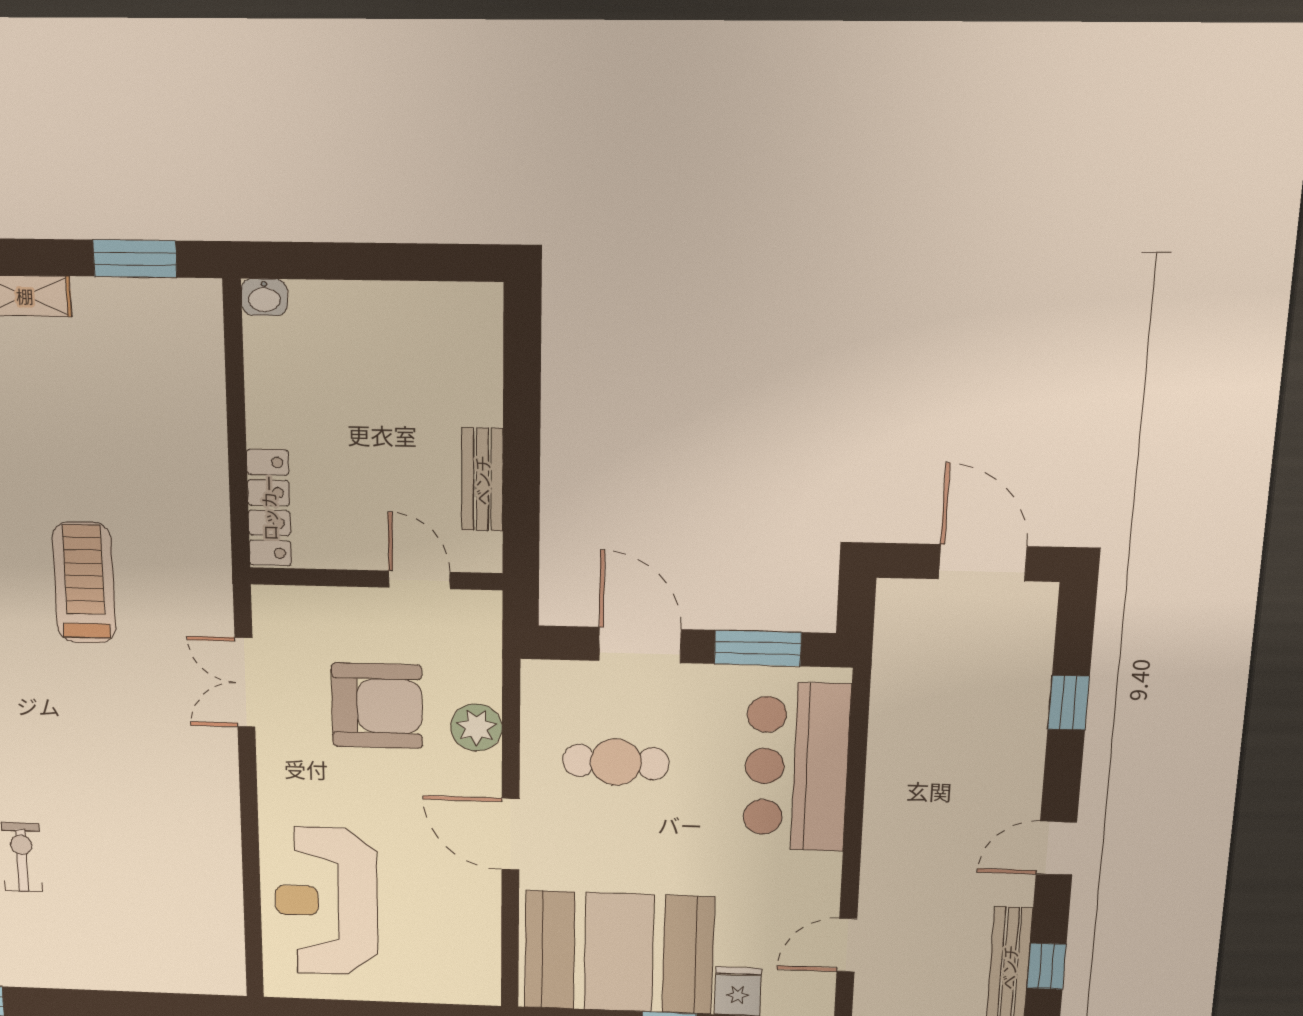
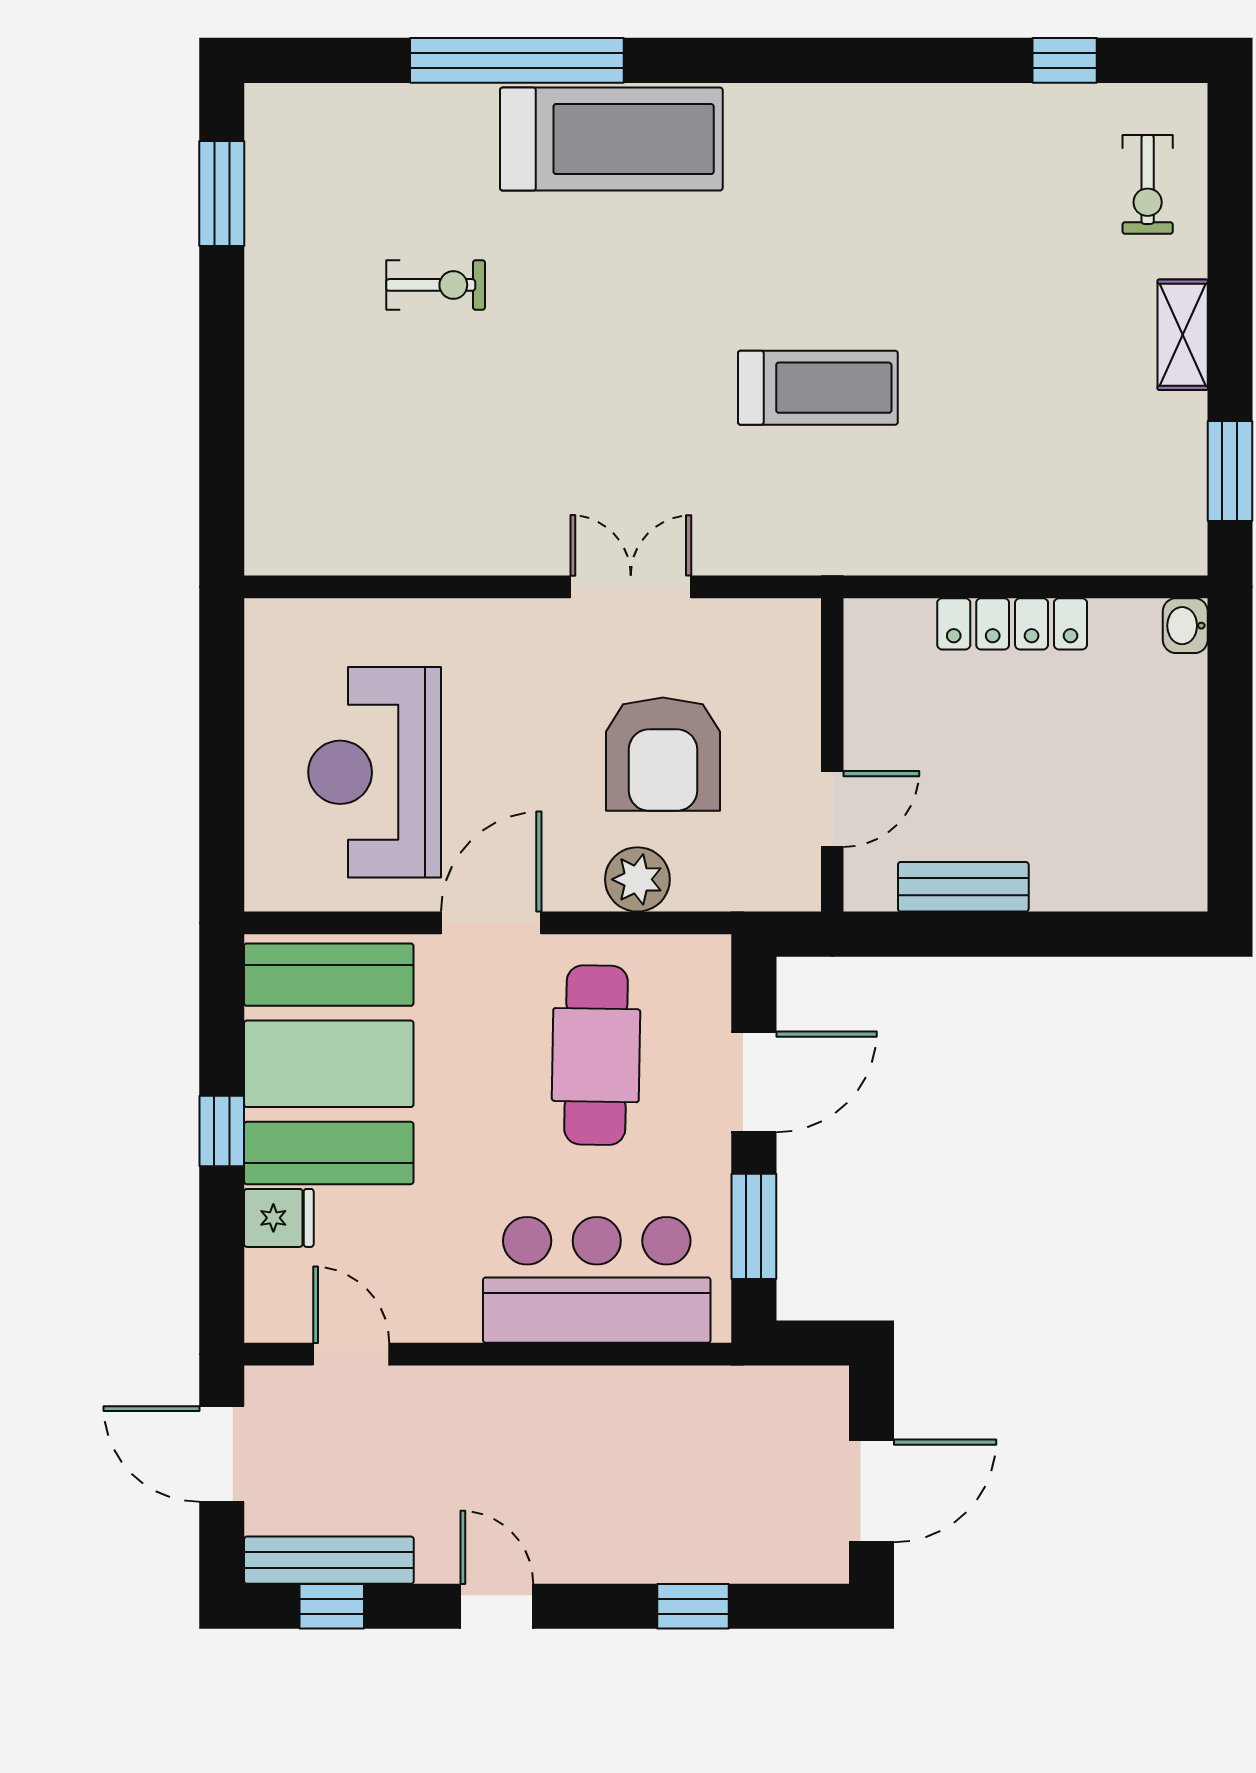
locker: (269, 508) -> (1012, 624), moved
double door: (245, 683) -> (631, 587), moved
cafe table: (616, 762) -> (596, 1055), width x1.37, depth x1.35
reception desk: (326, 901) -> (375, 772), moved, turned -90

